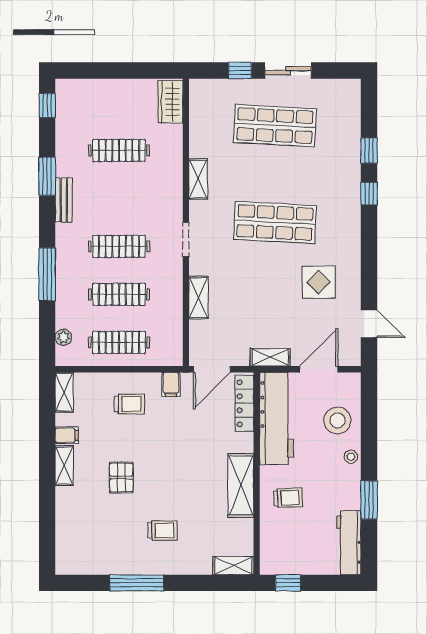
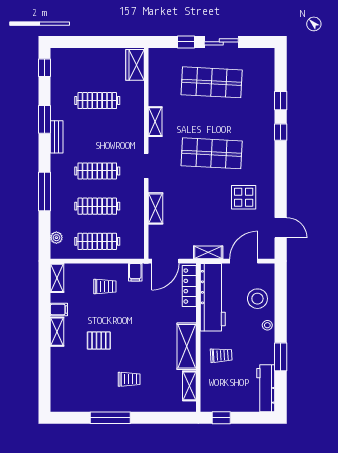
pallet: (121, 478) -> (99, 341), turned 90
shelving: (233, 566) -> (189, 386), moved, turned 90

